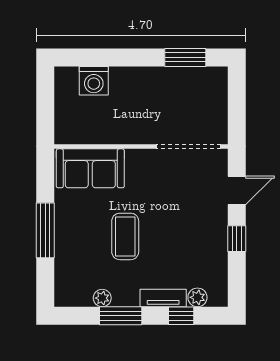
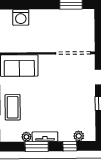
coffee table: (125, 236) -> (13, 107), moved
tv unit: (163, 298) -> (45, 137), moved

